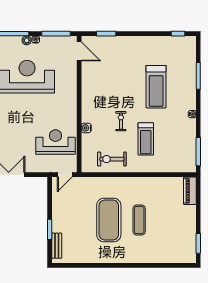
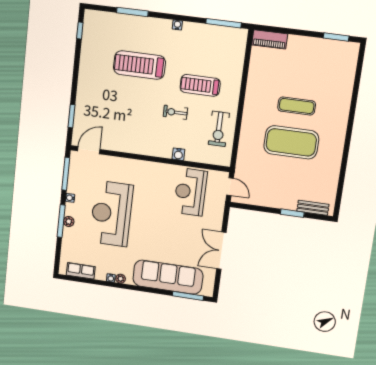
plant: (27, 40) -> (69, 221), moved
treadmill: (156, 87) -> (139, 65), turned 180
treadmill: (146, 139) -> (200, 85), turned 180

